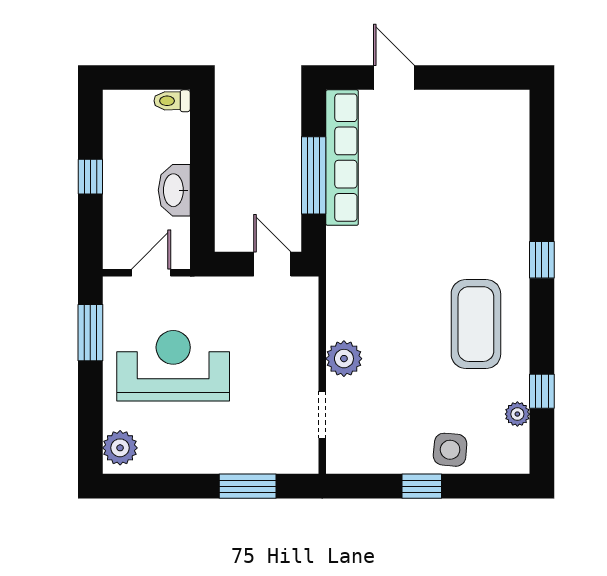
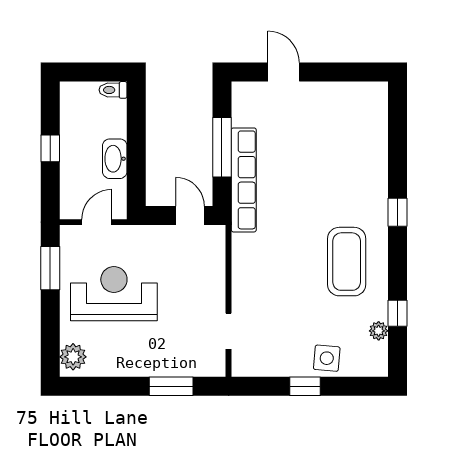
row of seats: (342, 158) -> (244, 180), moved
plant: (344, 359) -> (245, 288), removed

